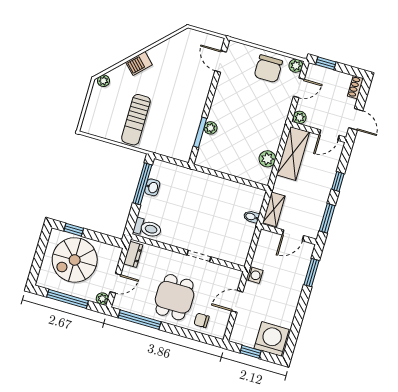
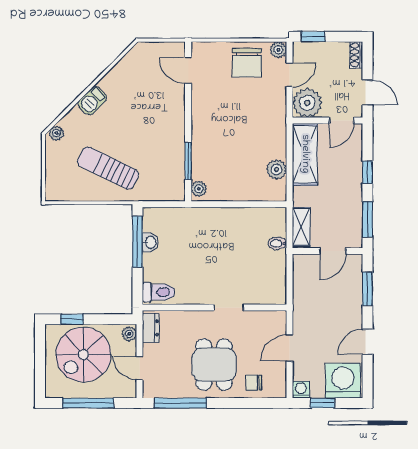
plant: (300, 117) -> (307, 103), width x1.87, depth x1.87
sun lounger: (136, 120) -> (108, 168), turned 116
plant: (211, 128) -> (199, 189), moved
washing machine: (255, 275) -> (301, 390), moved, turned -90
door: (115, 283) -> (139, 368), swing flipped
plant: (102, 299) -> (129, 334), moved
door: (300, 314) -> (367, 342), added

